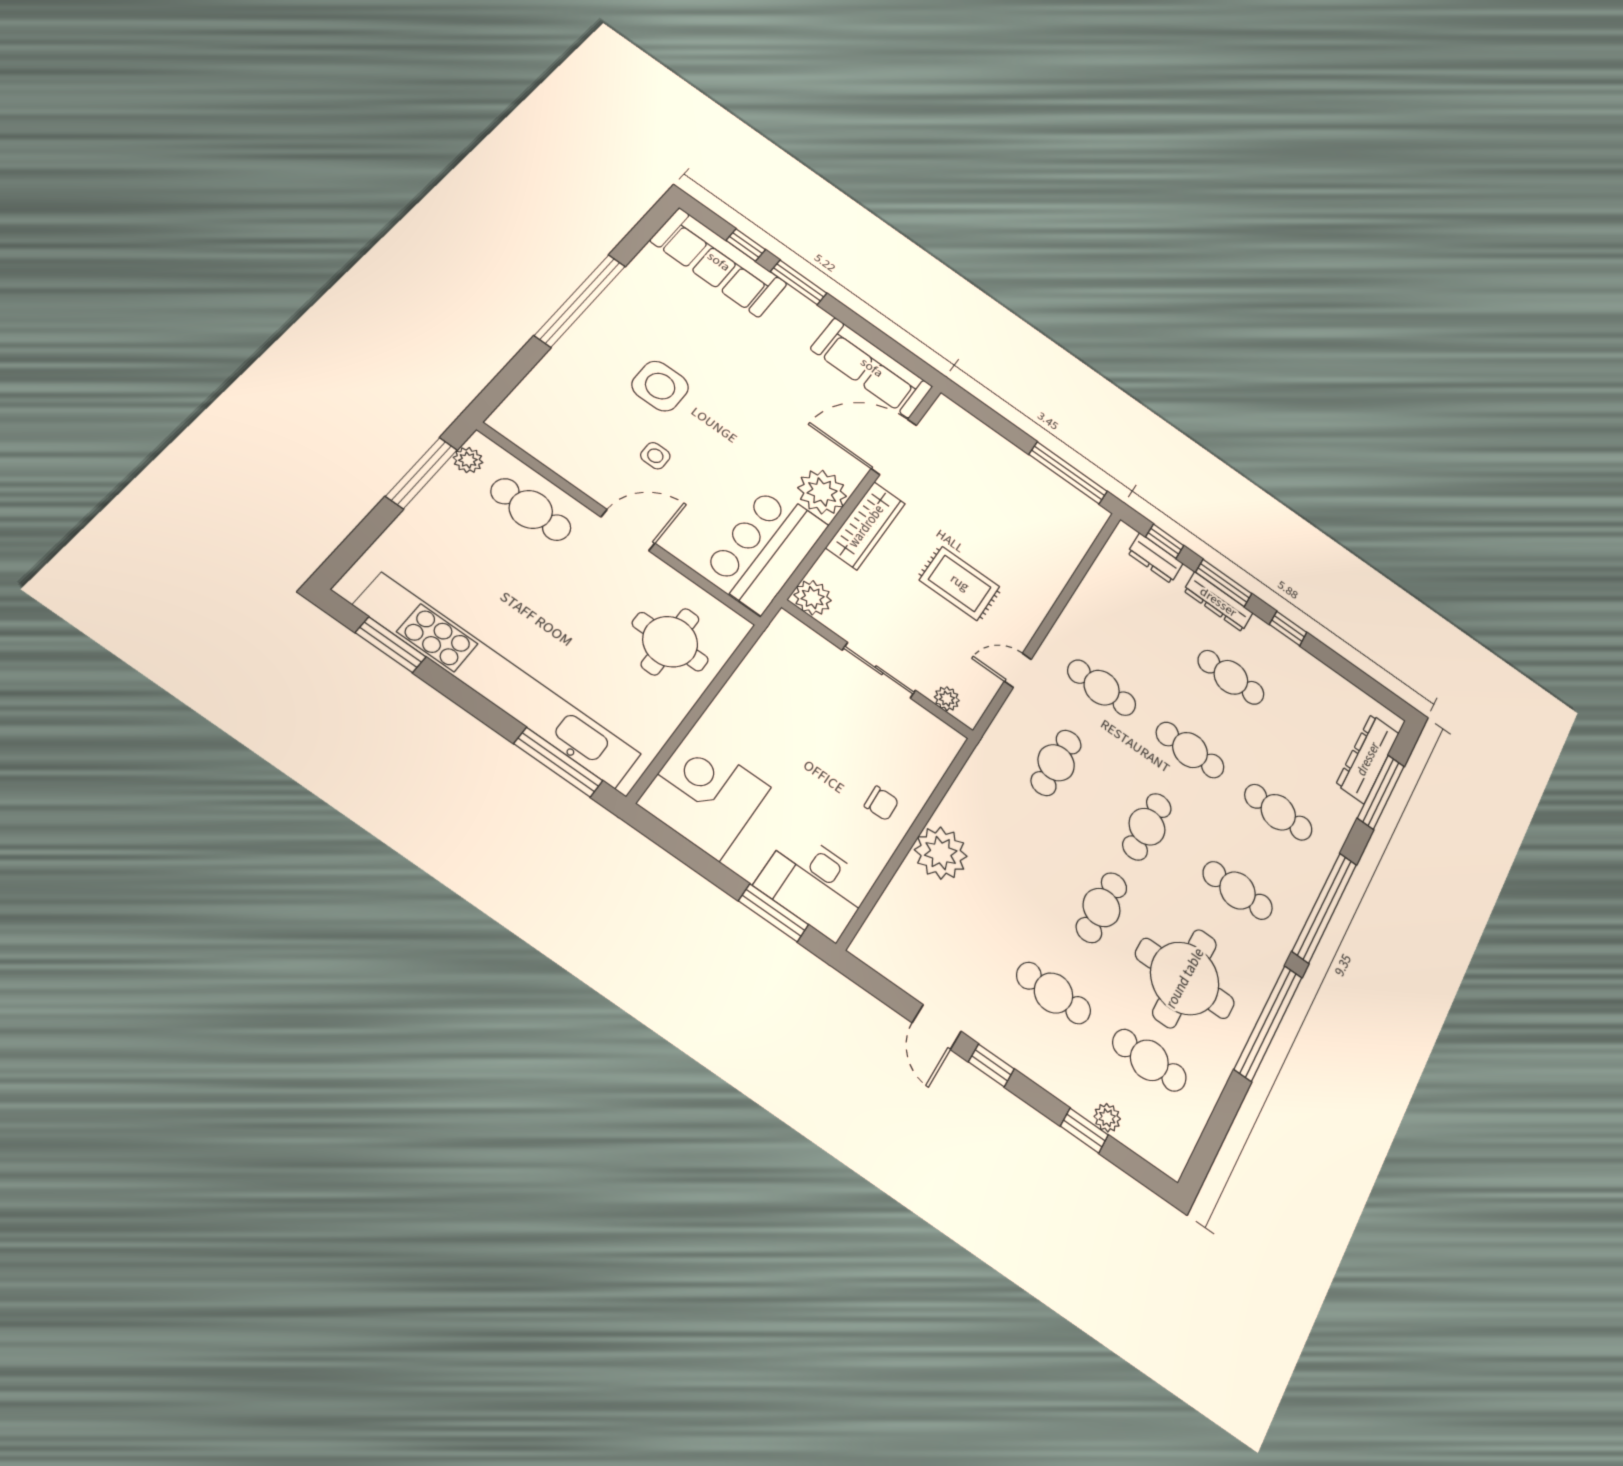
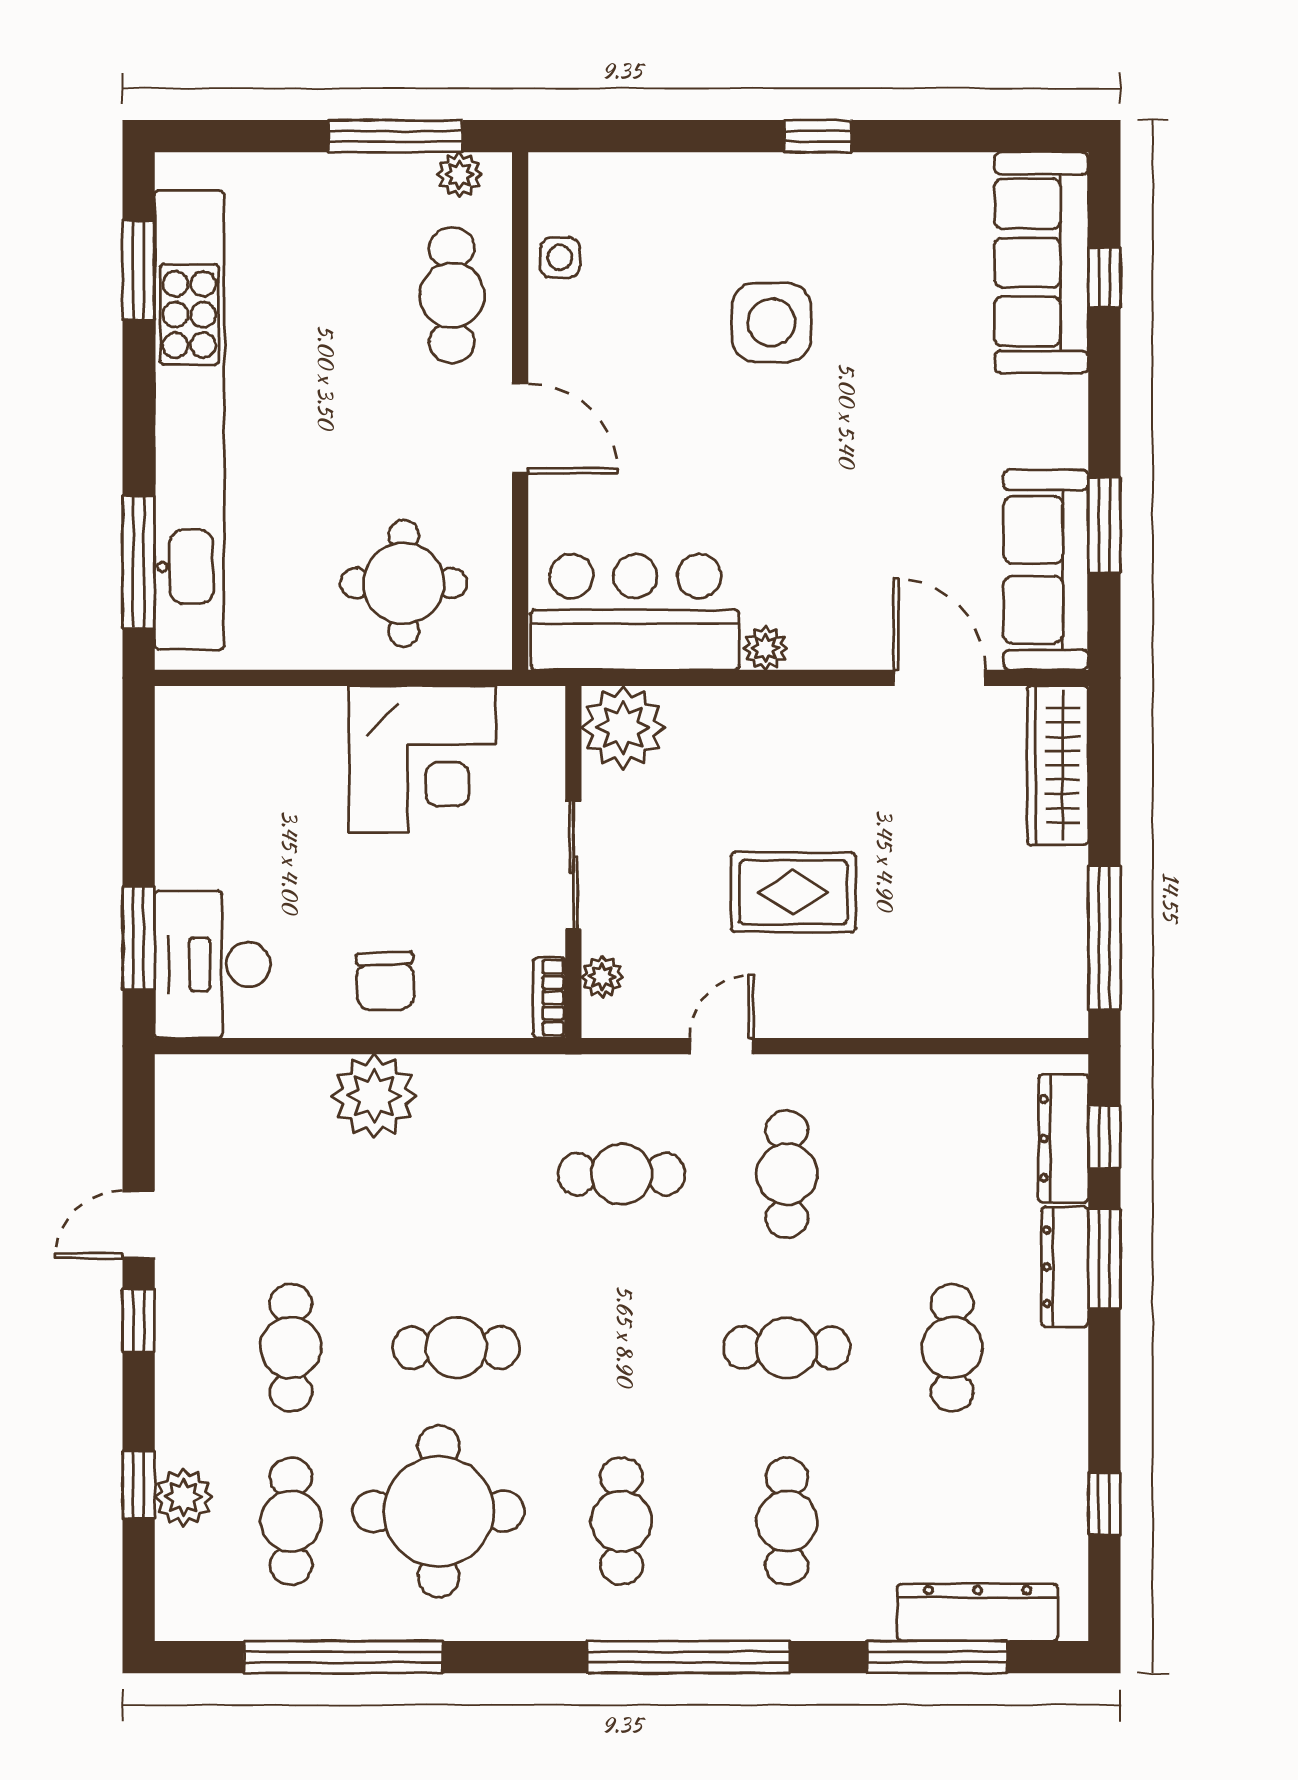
window: (799, 282) -> (1104, 525), moved
window: (580, 301) -> (818, 136), width x0.32
door: (894, 447) -> (940, 678), width x0.73
side table: (655, 456) -> (560, 257), moved
plant: (822, 492) -> (766, 648), width x0.53, depth x0.53
wardrobe: (866, 526) -> (1058, 765), moved, turned 90
dresser: (1155, 558) -> (1063, 1138), width x1.44
rug: (960, 583) -> (793, 892), turned 90
plant: (813, 598) -> (623, 727), width x1.36, depth x1.36
window: (1288, 628) -> (1104, 1504), moved
door: (1018, 670) -> (721, 1046), hinge flipped
bookcase: (942, 731) -> (549, 998), added
cafe table: (1190, 750) -> (787, 1348), turned 90
corner desk: (704, 795) -> (422, 759), moved, turned 90
chair: (881, 803) -> (385, 981), width x1.37, depth x1.37
cafe table: (1147, 827) -> (622, 1348), removed
window: (1268, 1023) -> (343, 1657), moved
plant: (1107, 1118) -> (184, 1497), width x1.38, depth x1.38

